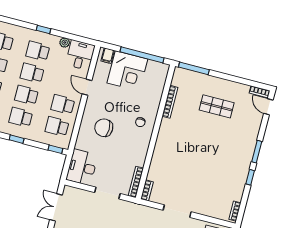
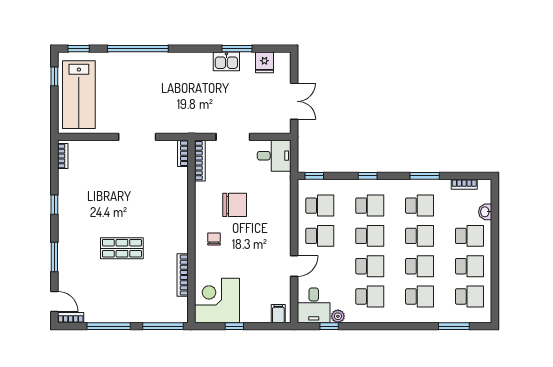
window: (44, 29) -> (329, 326), moved
window: (142, 55) -> (234, 326), width x0.32
corner desk: (127, 71) -> (217, 300), moved
window: (234, 79) -> (109, 326), added
door: (87, 87) -> (294, 266), hinge flipped
shop shelf: (217, 106) -> (122, 248), moved
chair: (104, 128) -> (235, 205), moved
window: (257, 152) -> (54, 257), moved
desk: (82, 167) -> (274, 156), width x0.73

